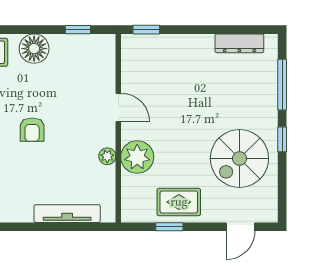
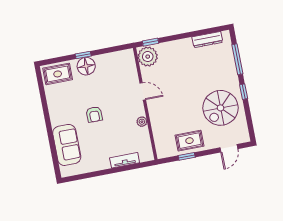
window: (78, 30) -> (83, 55), moved
plant: (137, 157) -> (148, 57), moved
tv unit: (67, 214) -> (125, 160), width x0.71

